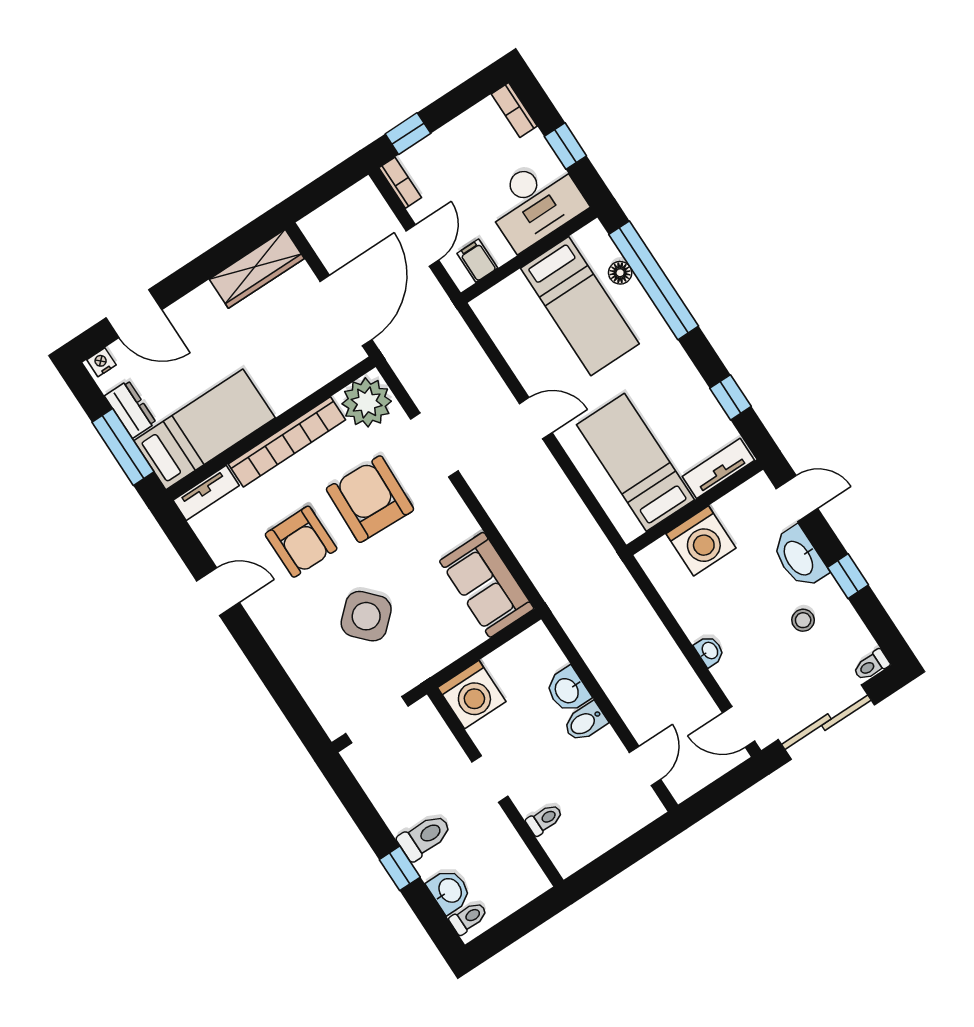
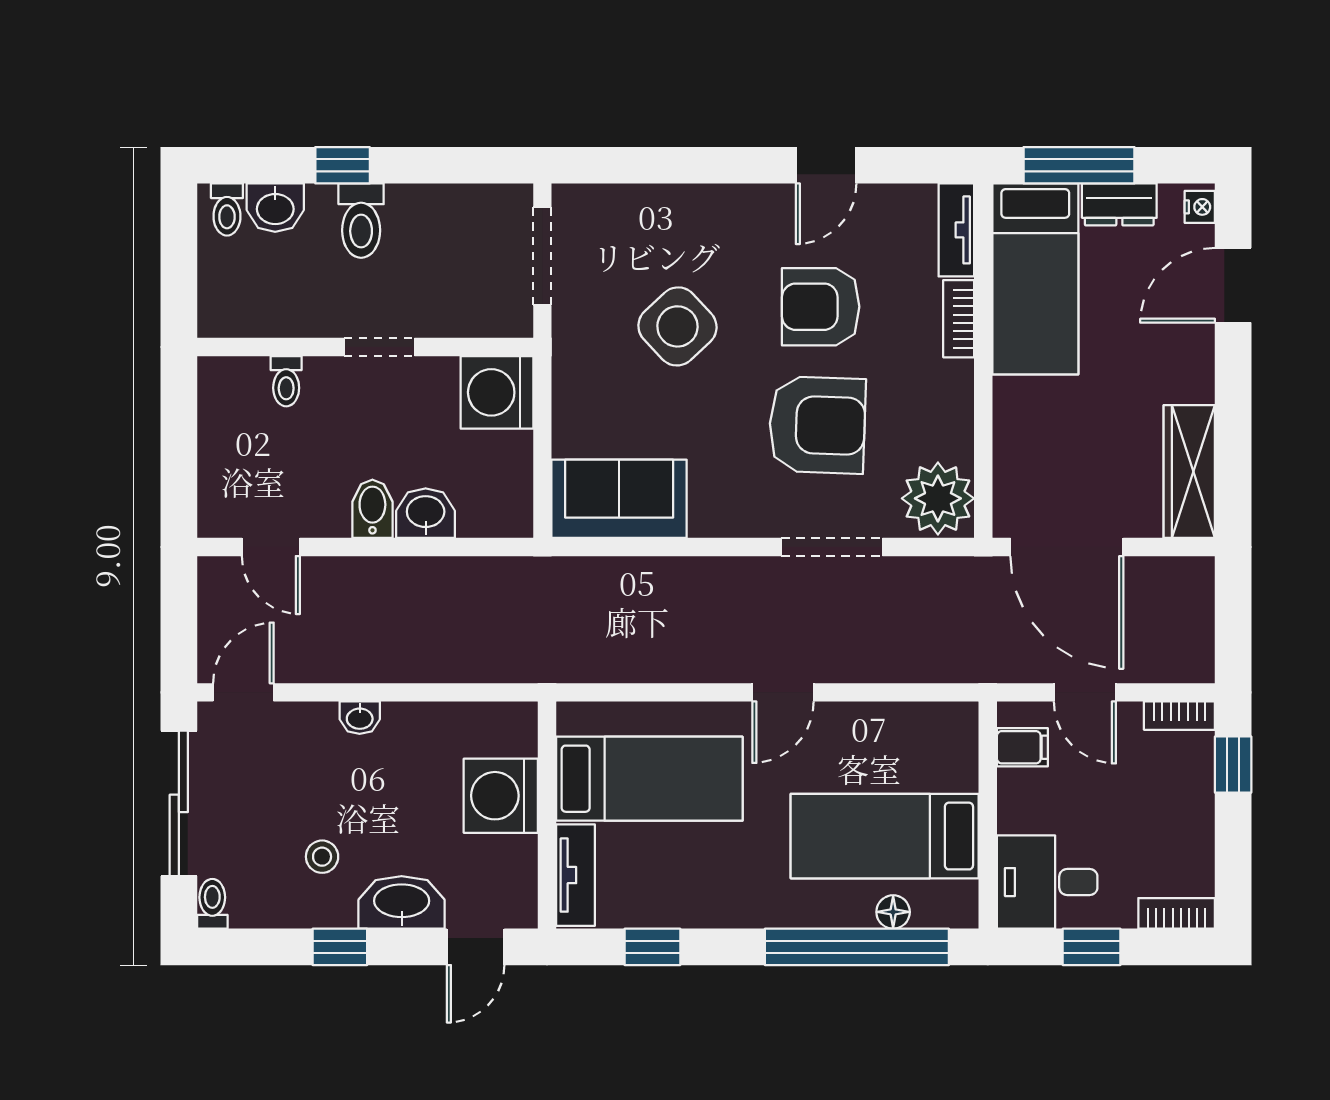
desk: (535, 202) -> (1047, 882), width x0.73
bookcase: (287, 442) -> (959, 319), width x0.43, depth x0.76

